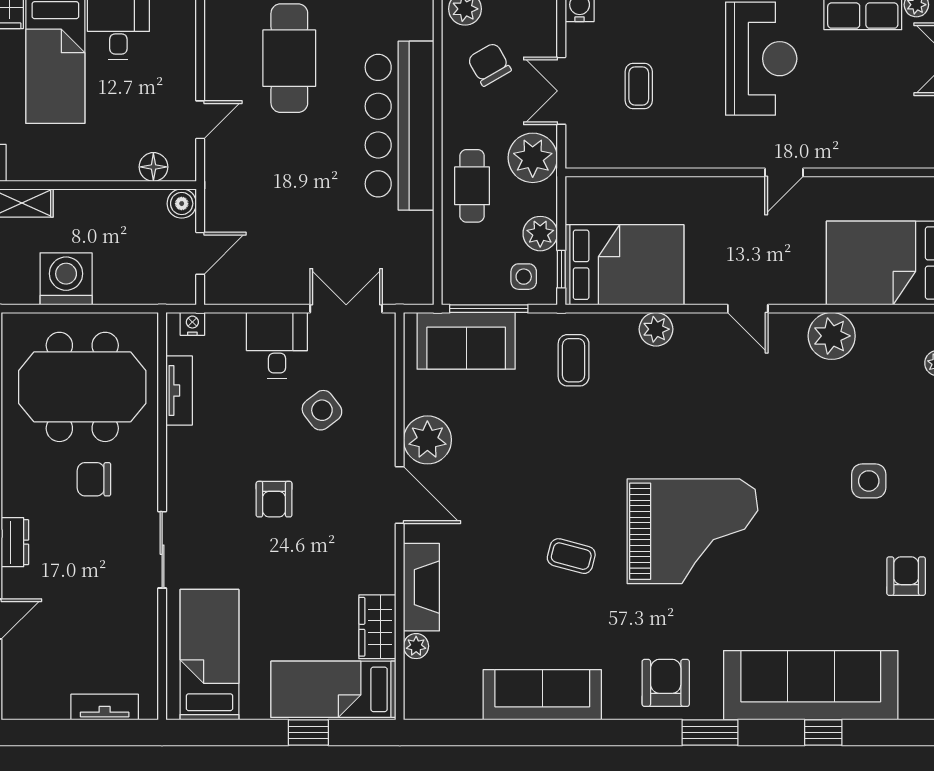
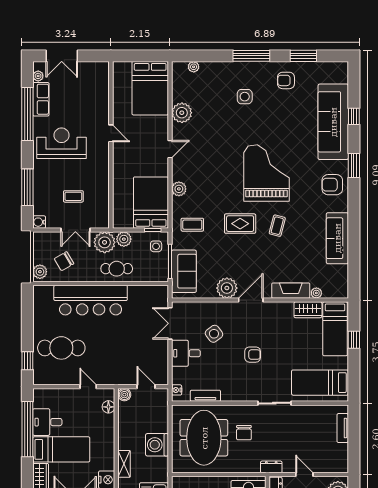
plant: (540, 234) -> (124, 239), moved
rug: (576, 470) -> (240, 224), added

